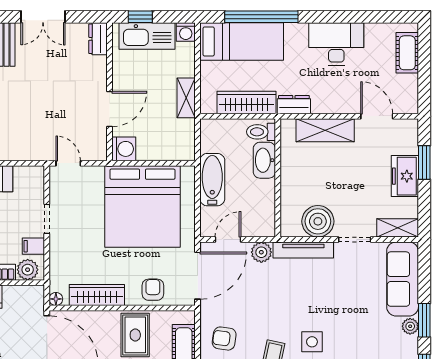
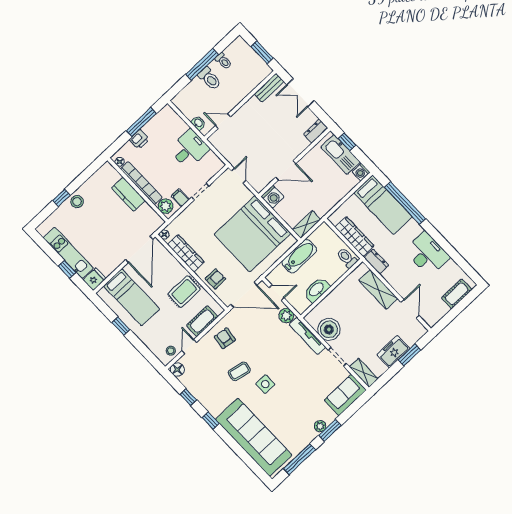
shelving: (186, 98) -> (306, 224), moved
washbasin: (264, 160) -> (317, 290), moved
sofa: (403, 279) -> (345, 395), width x0.73

